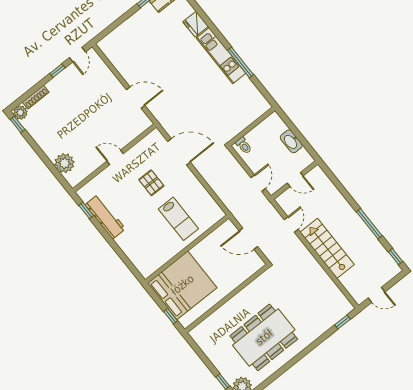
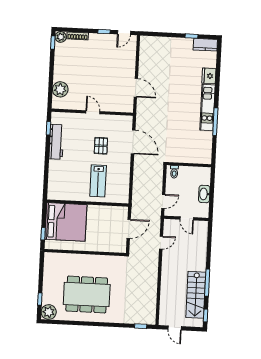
door: (248, 239) -> (129, 229), swing flipped
stairs: (327, 248) -> (196, 295), moved, turned 180

